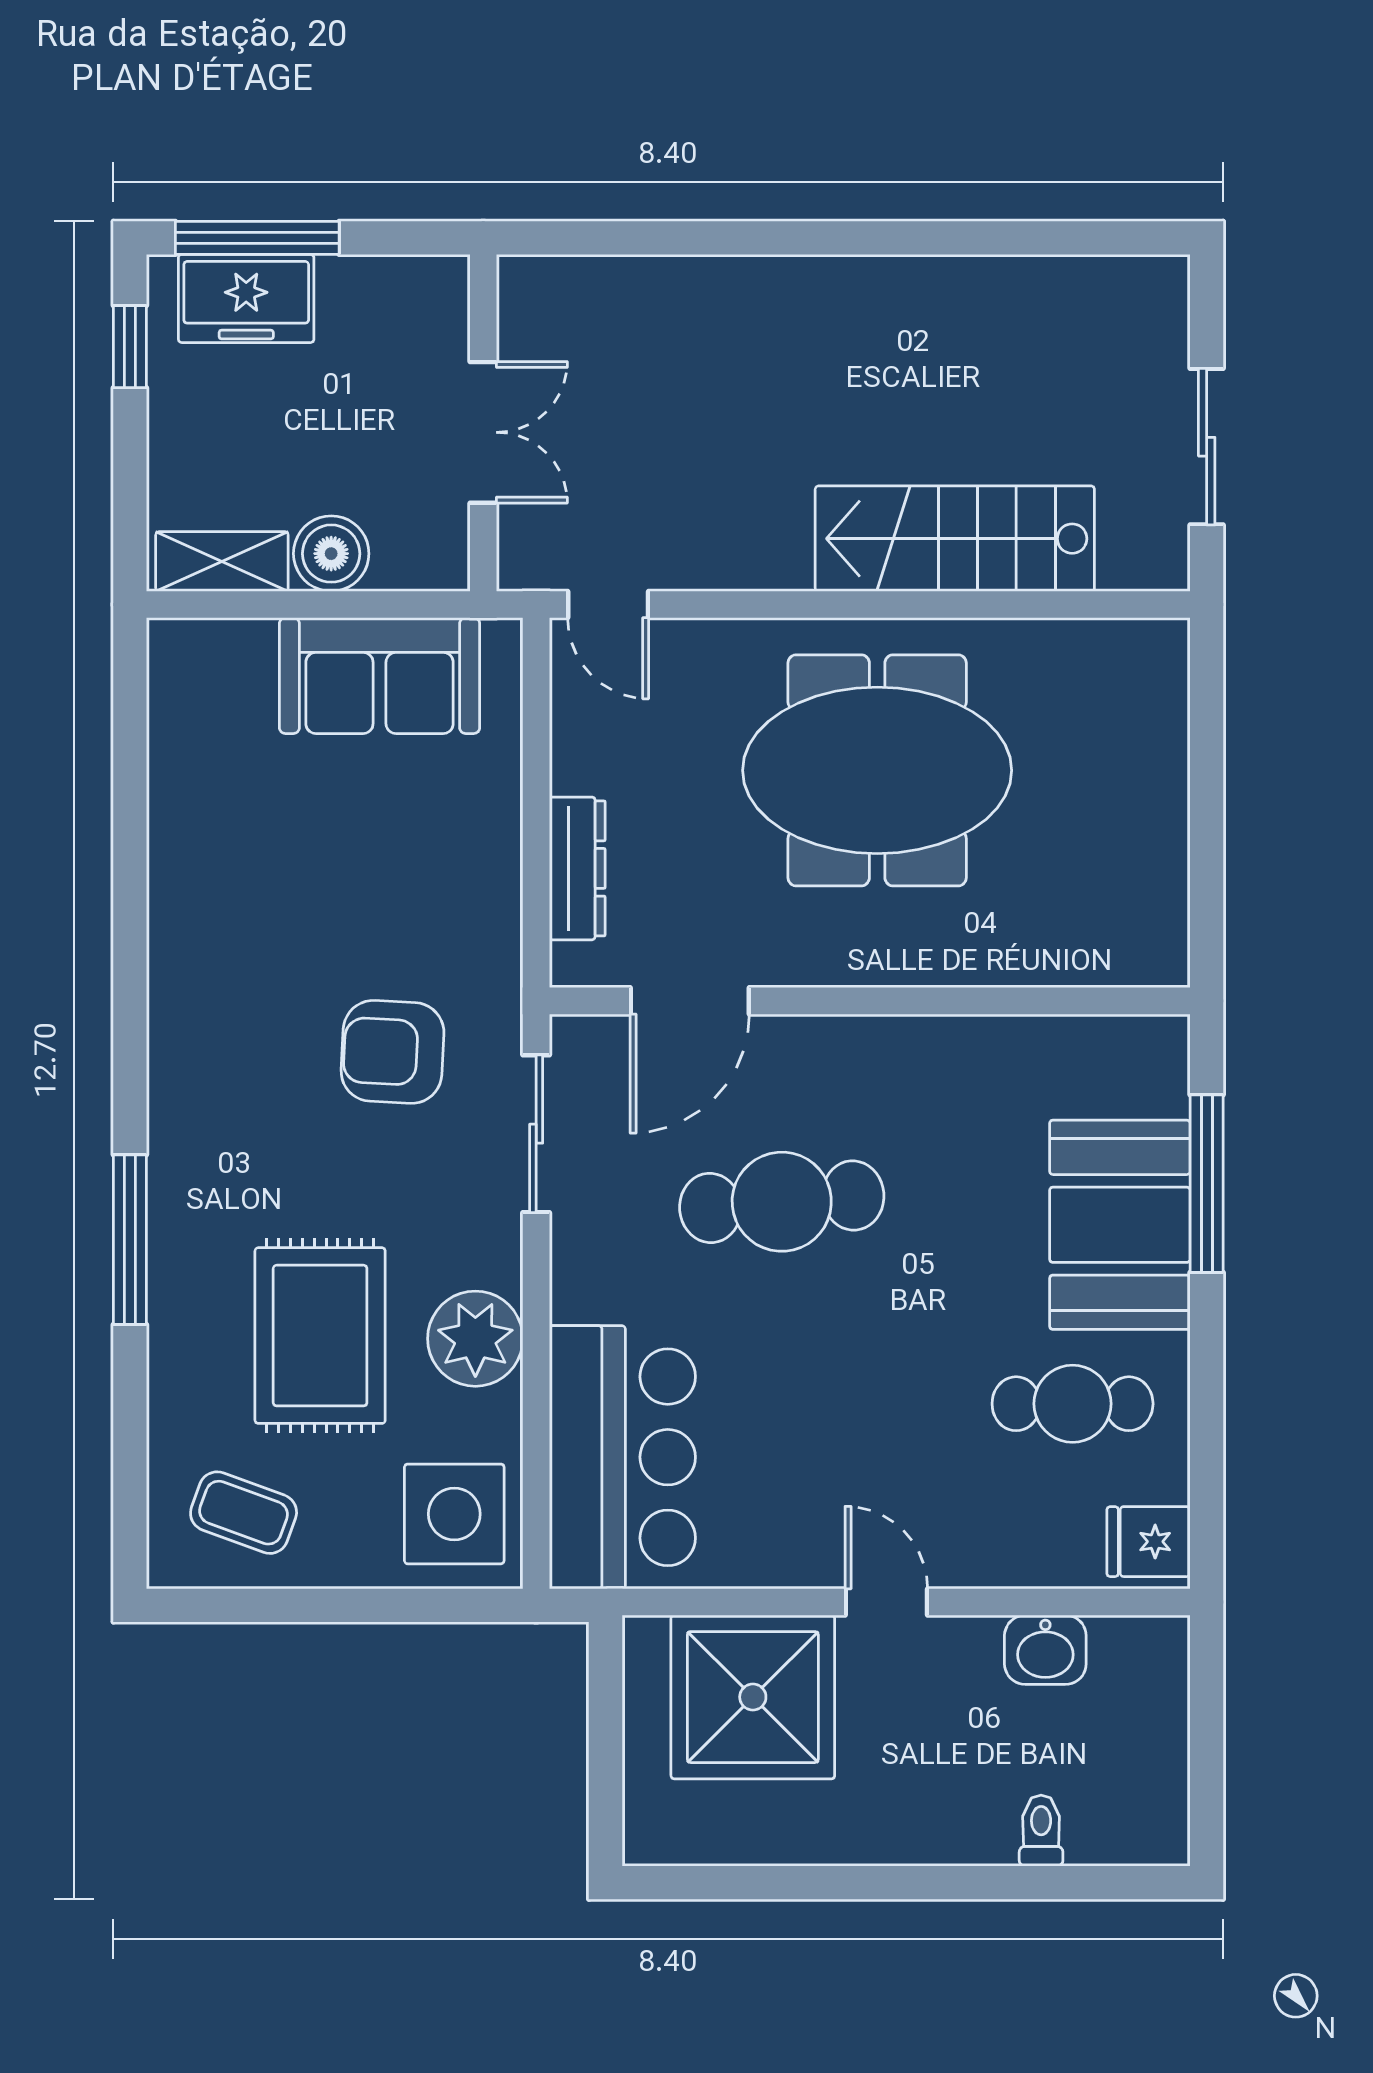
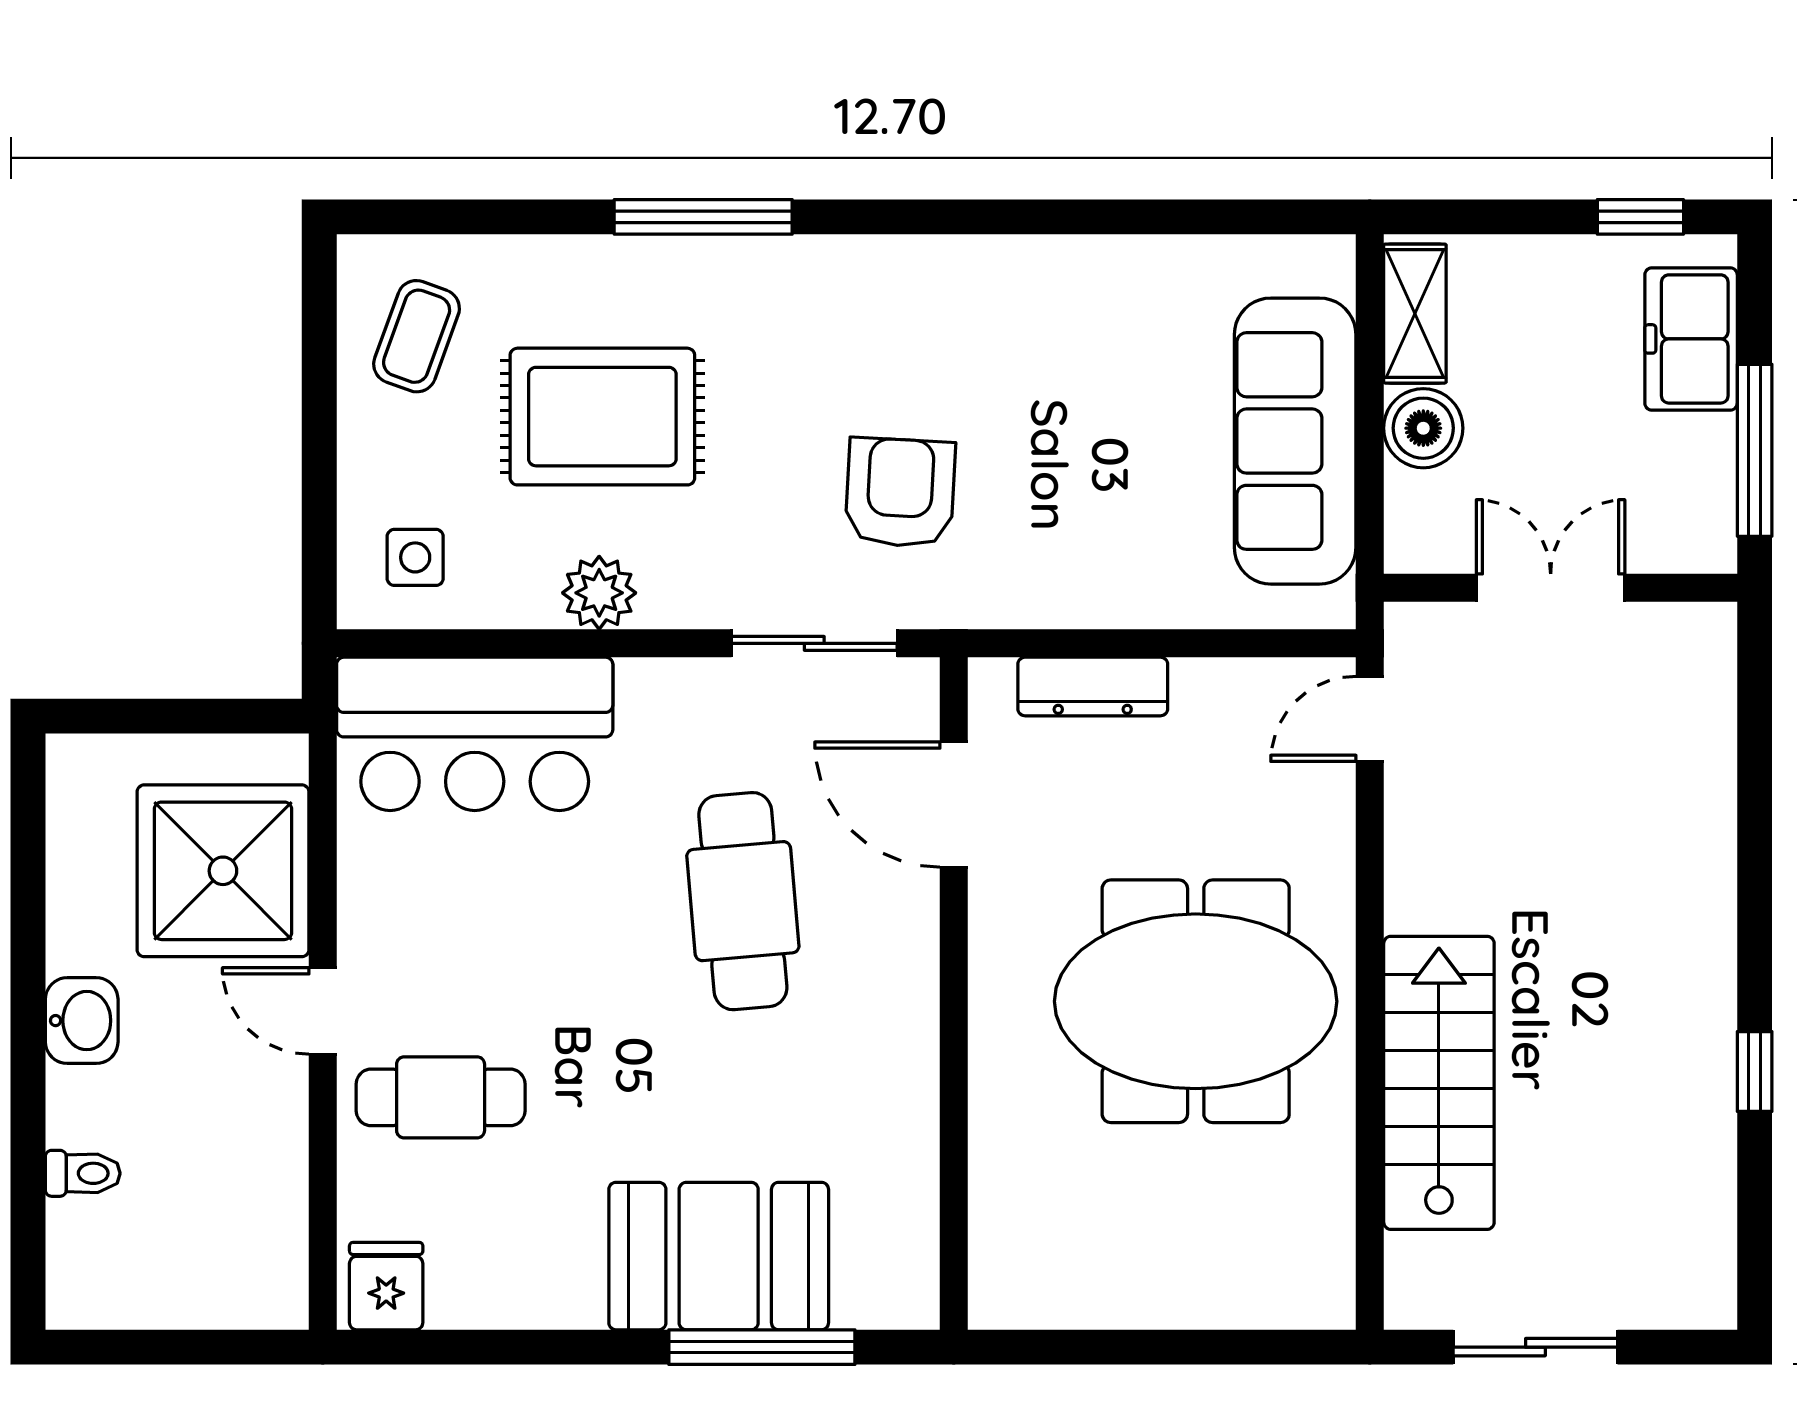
window: (257, 238) -> (1755, 450), moved
window: (944, 238) -> (1755, 1071), added
double door: (483, 432) -> (1551, 588), swing flipped
sofa: (380, 676) -> (1295, 441), width x1.36
meeting table: (877, 770) -> (1196, 1001), turned 90
plant: (475, 1339) -> (599, 593), width x0.73, depth x0.73
cafe table: (1073, 1404) -> (441, 1097), moved, turned 90
side table: (454, 1514) -> (415, 557), width x0.54, depth x0.54
door: (886, 1602) -> (323, 1011), swing flipped
washbasin: (1045, 1650) -> (82, 1021), moved, turned 180

